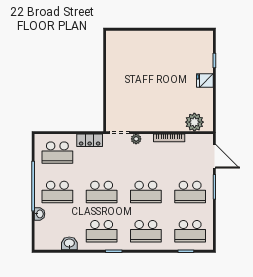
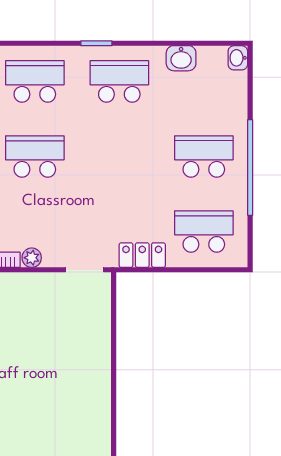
plant: (136, 139) -> (32, 258), moved
school desk: (102, 192) -> (119, 156), removed
washbasin: (40, 214) -> (238, 58), moved

